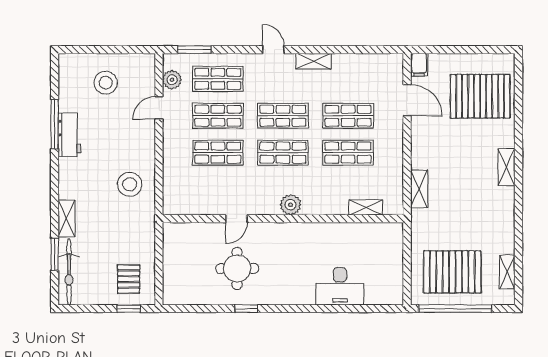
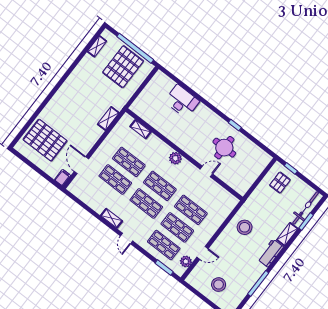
workbench: (69, 135) -> (270, 253), moved
shelving: (506, 167) -> (59, 97), removed
pallet: (452, 272) -> (123, 67), turned 90

